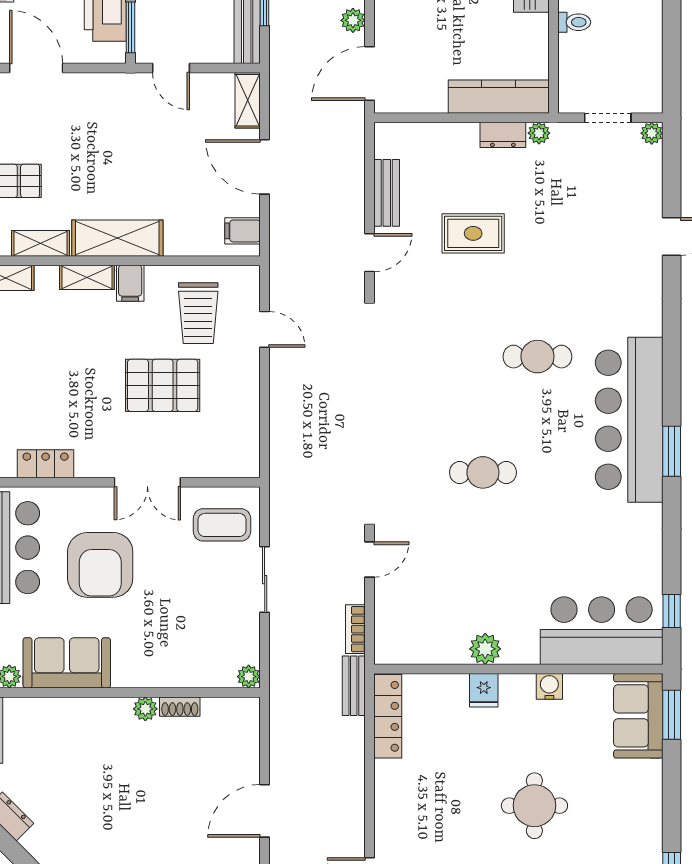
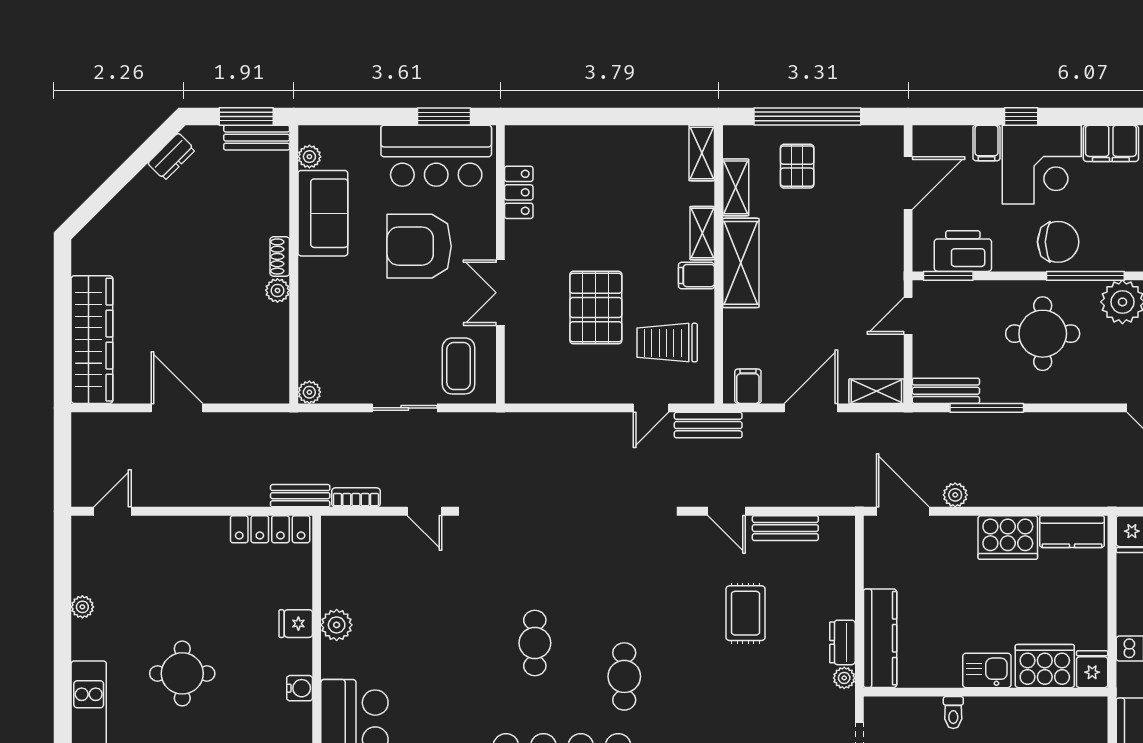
bench: (282, 271) -> (708, 425), added
cafe table: (483, 472) -> (535, 643), moved
shoe rack: (180, 707) -> (280, 256), moved

